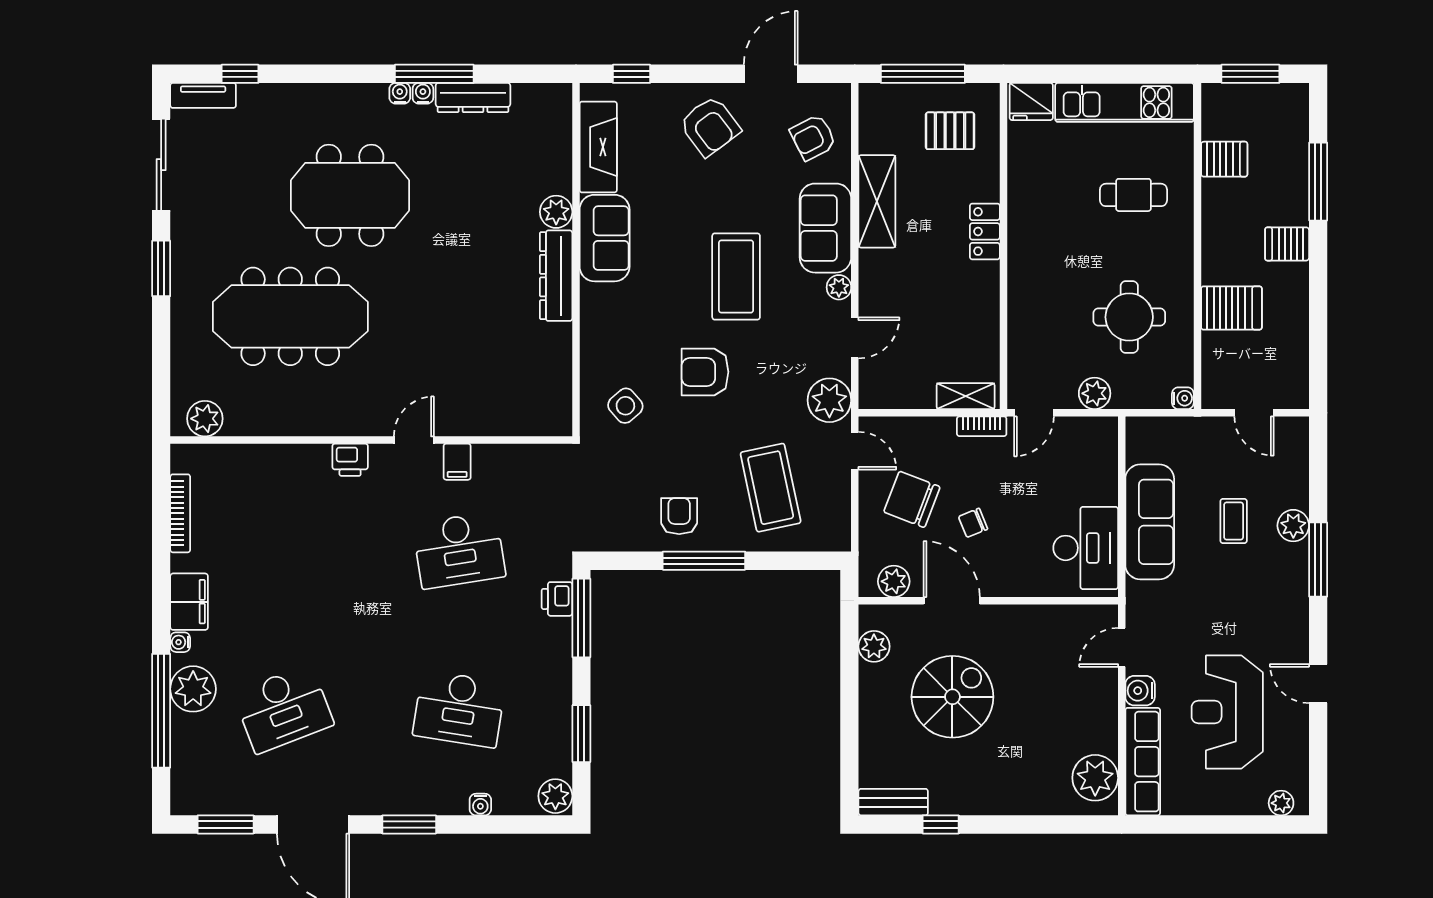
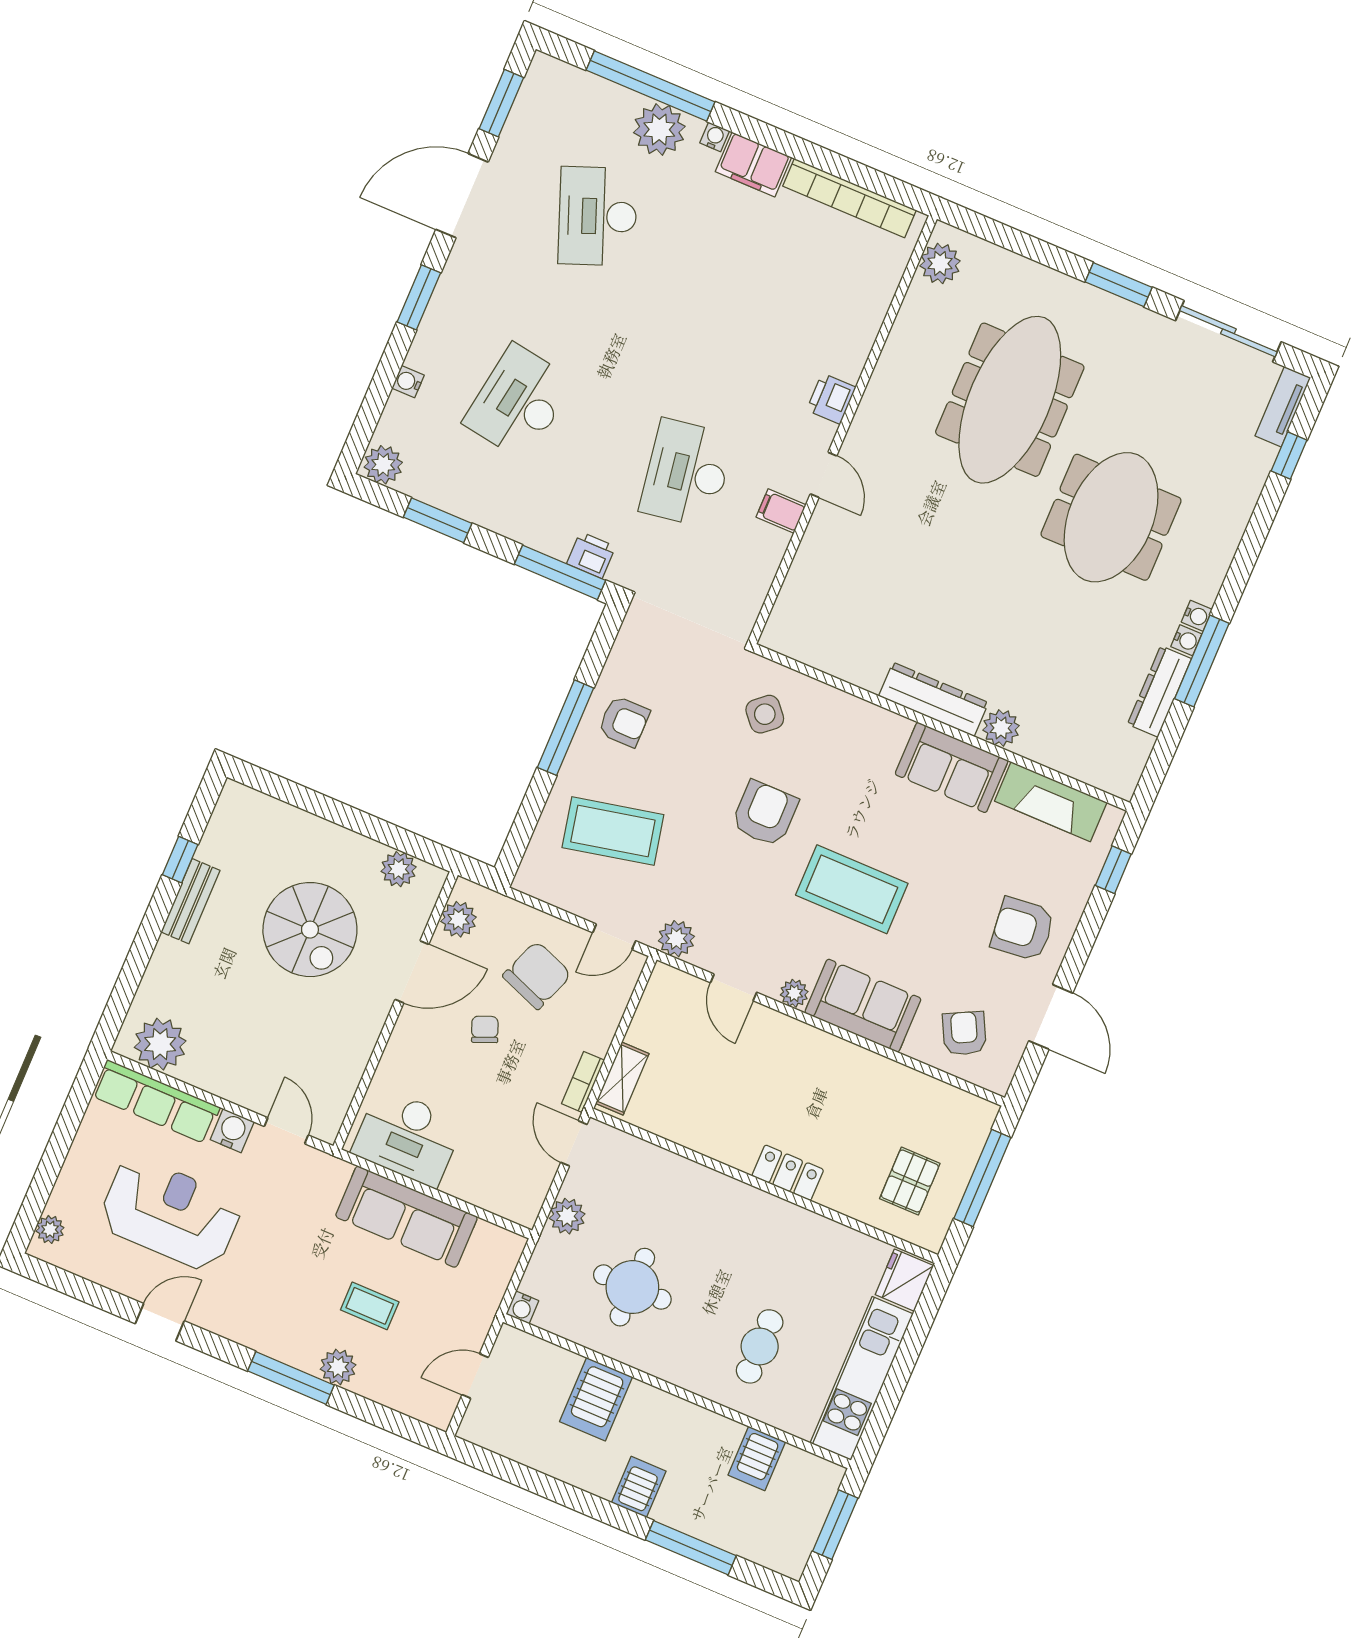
armchair: (710, 126) -> (1023, 929), turned 31
shelving: (877, 201) -> (868, 1072), removed
plant: (829, 400) -> (676, 939), width x0.73, depth x0.73
bookcase: (180, 513) -> (849, 198), width x1.48, depth x1.31
bench: (893, 802) -> (190, 901), moved

